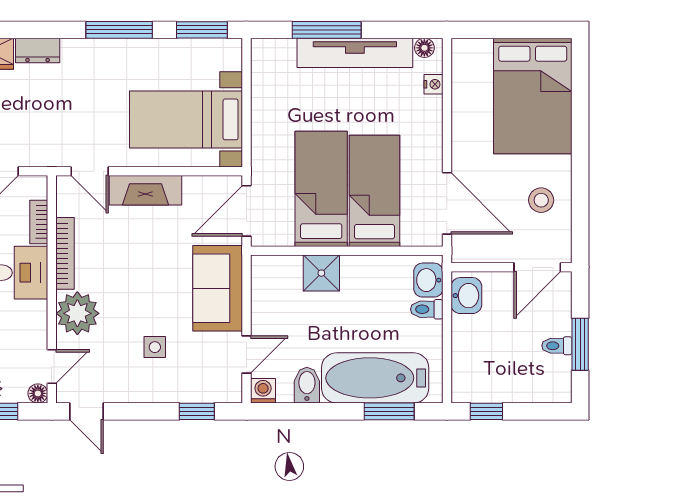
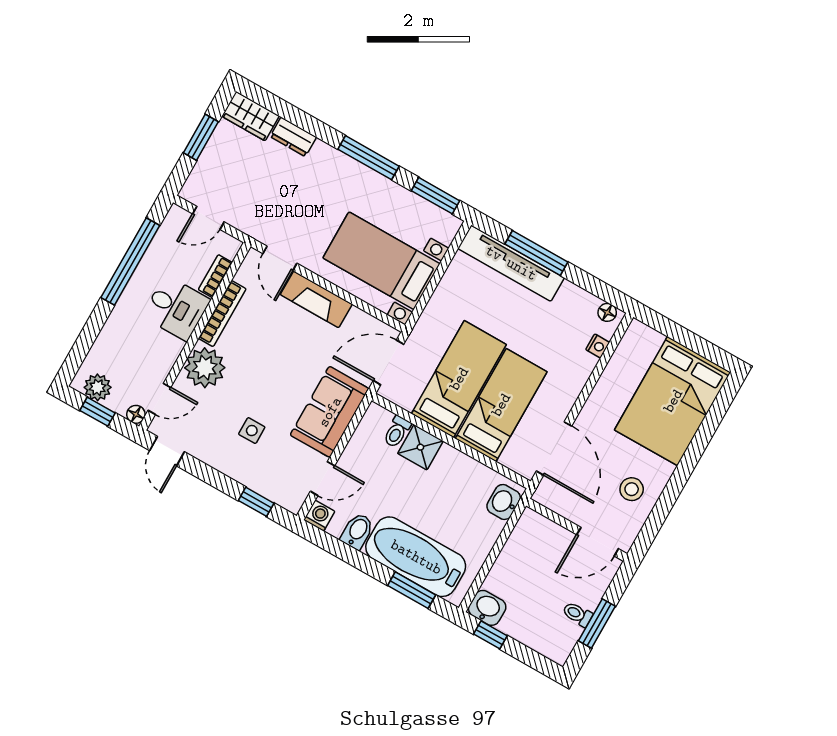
tv unit: (355, 53) -> (511, 263), moved
washbasin: (466, 296) -> (487, 608), moved, turned -90
toilet: (427, 309) -> (397, 432), moved, turned -90

